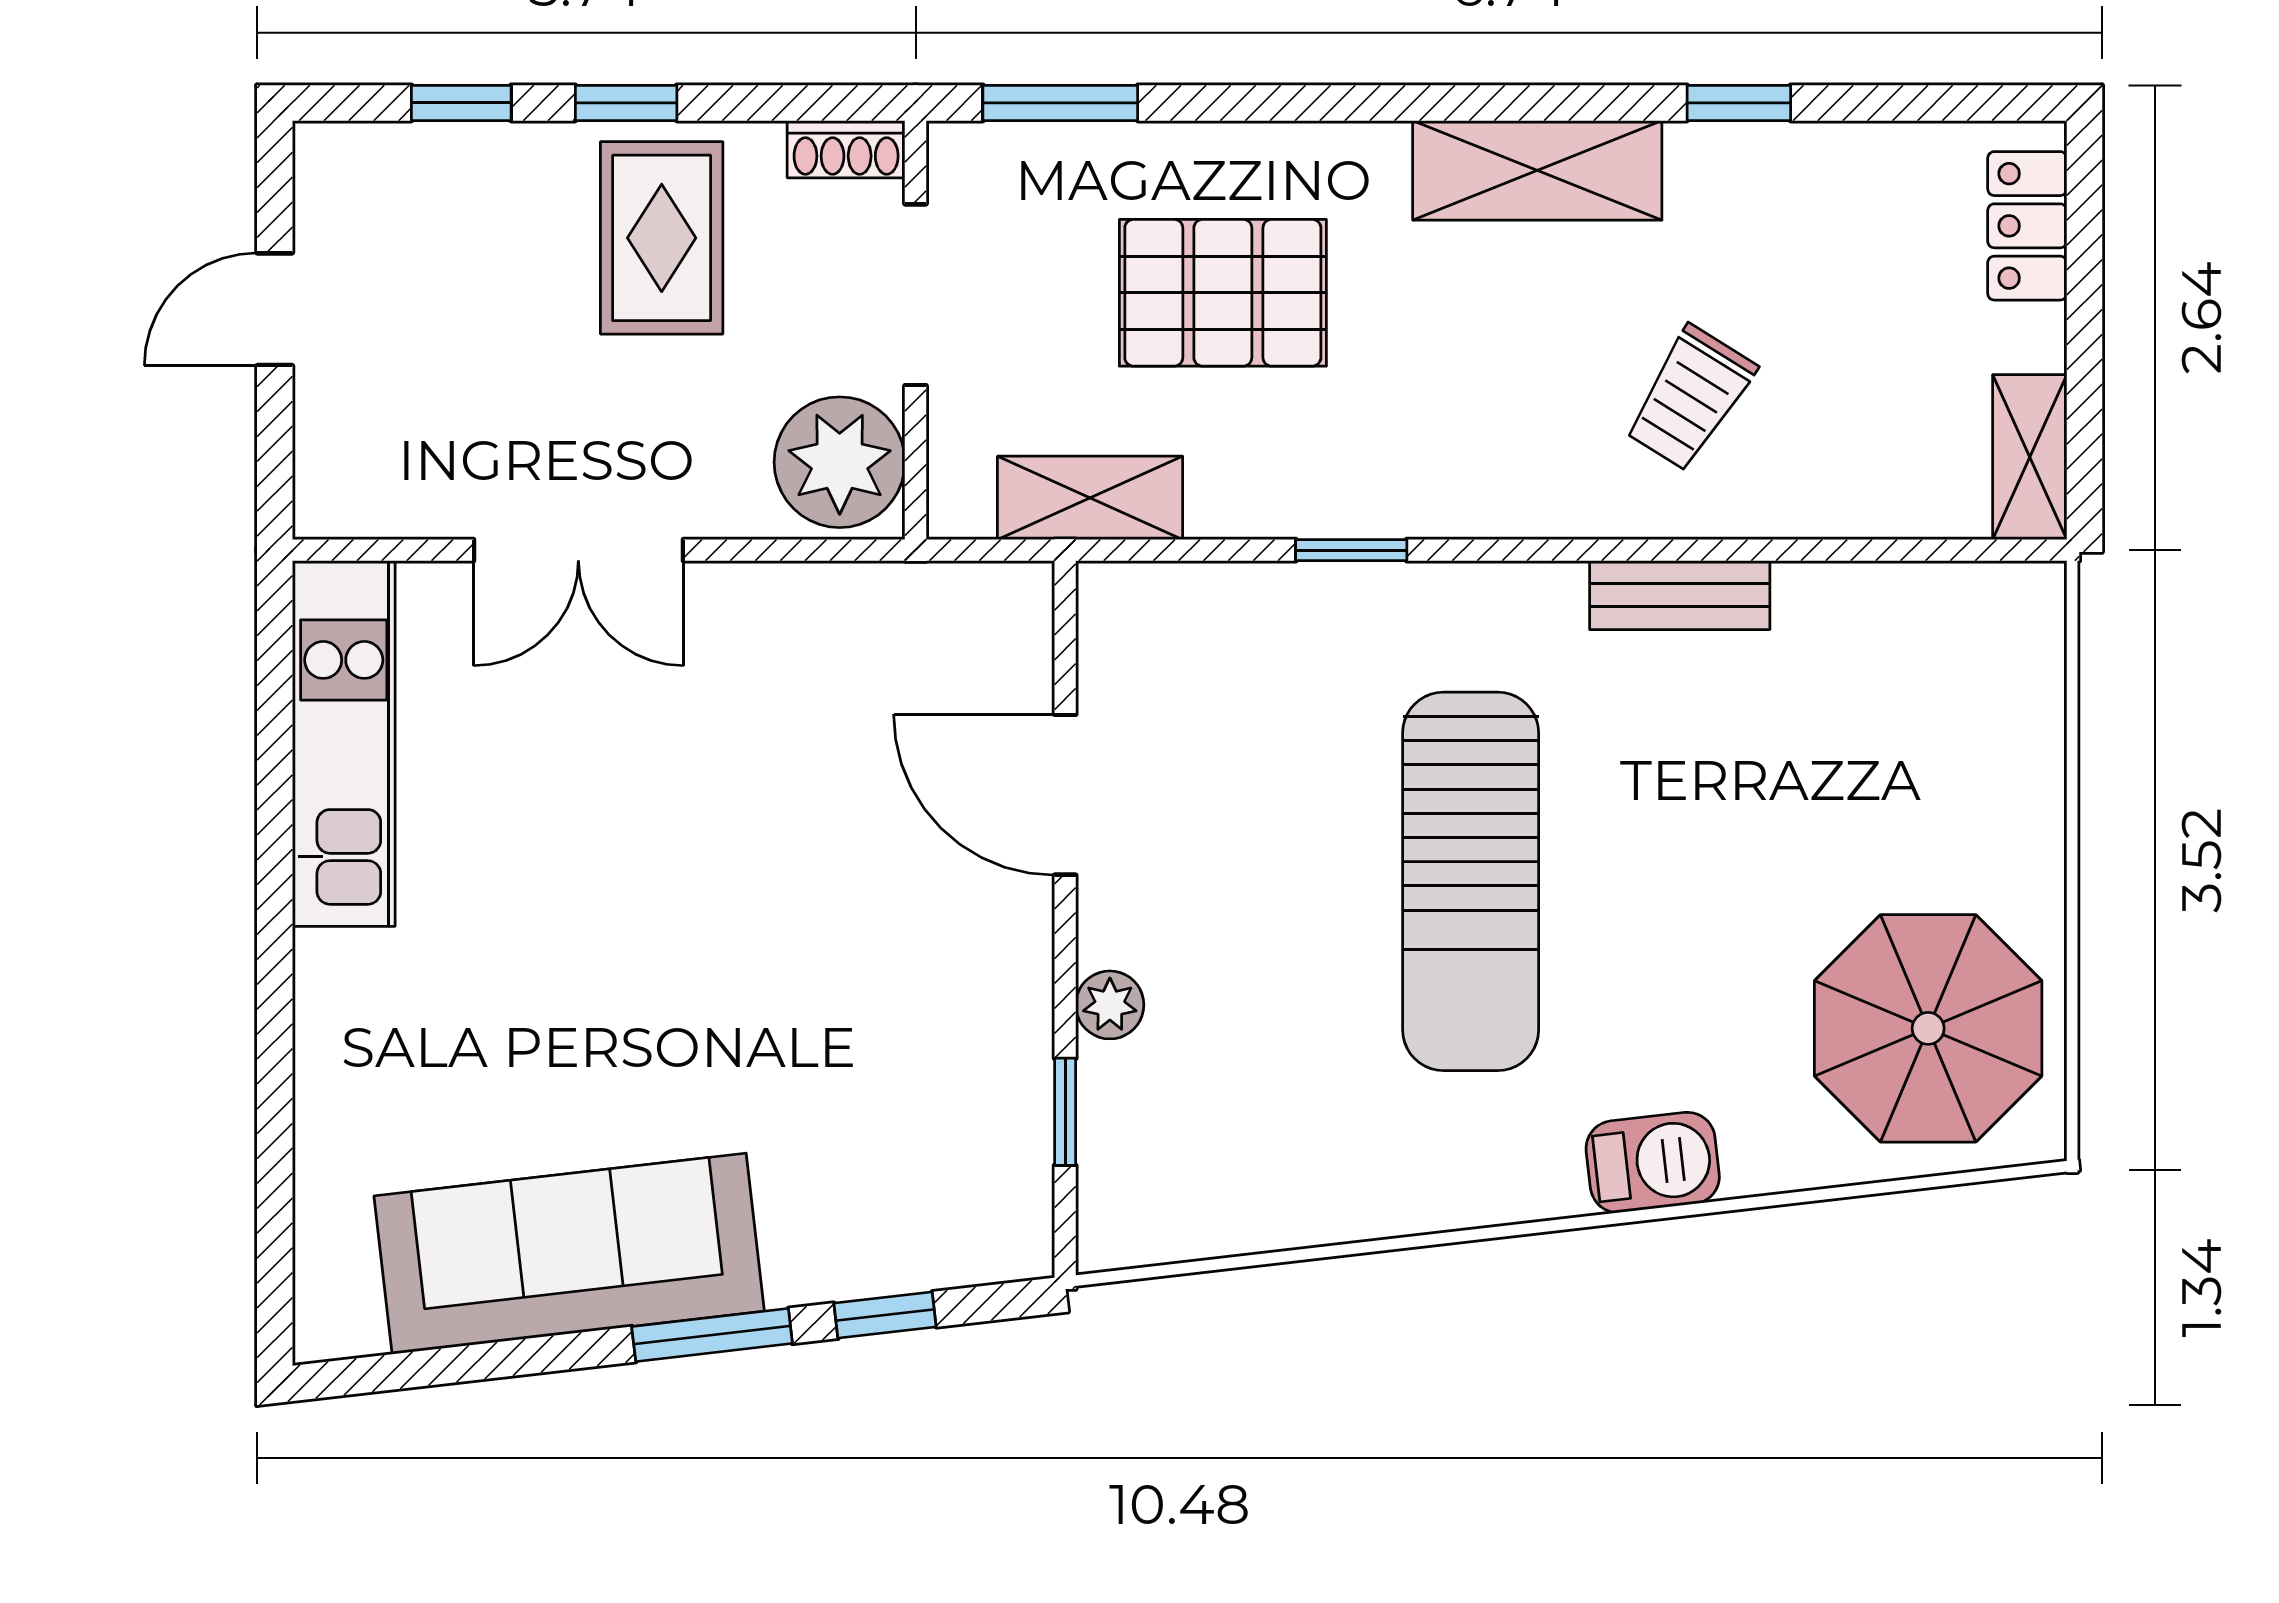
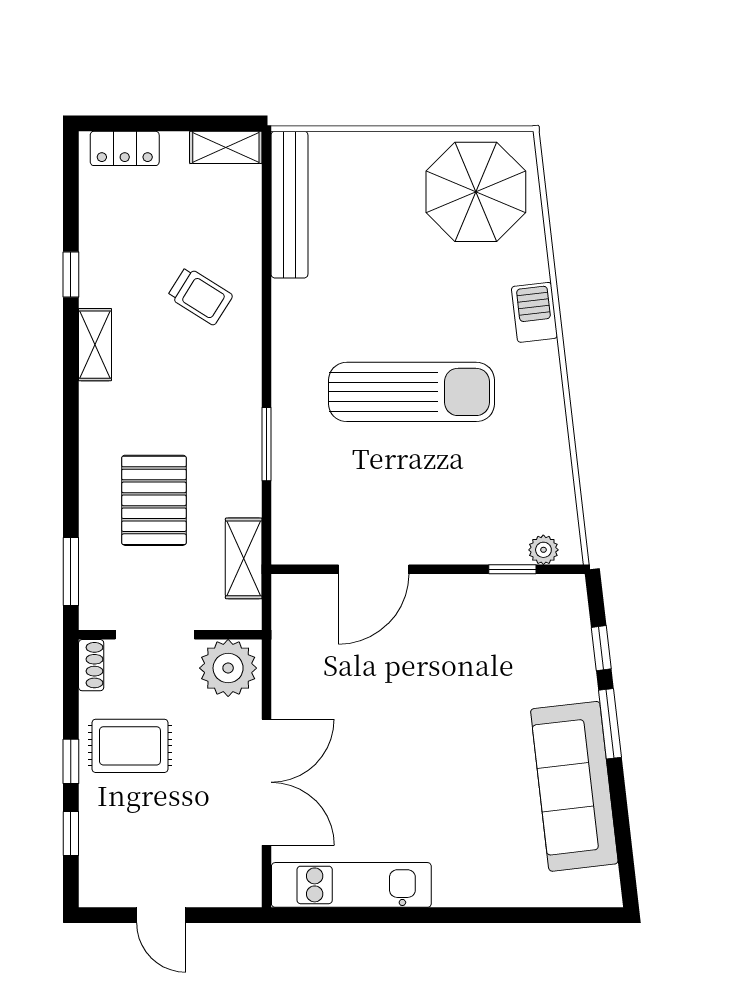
shelving: (1537, 170) -> (95, 345), width x0.67, depth x0.75
double door: (578, 550) -> (267, 782), width x1.37
window: (1351, 550) -> (267, 444), width x1.50
bench: (1680, 595) -> (289, 205), moved, width x1.86, depth x1.21
plant: (1110, 1005) -> (543, 550), moved

